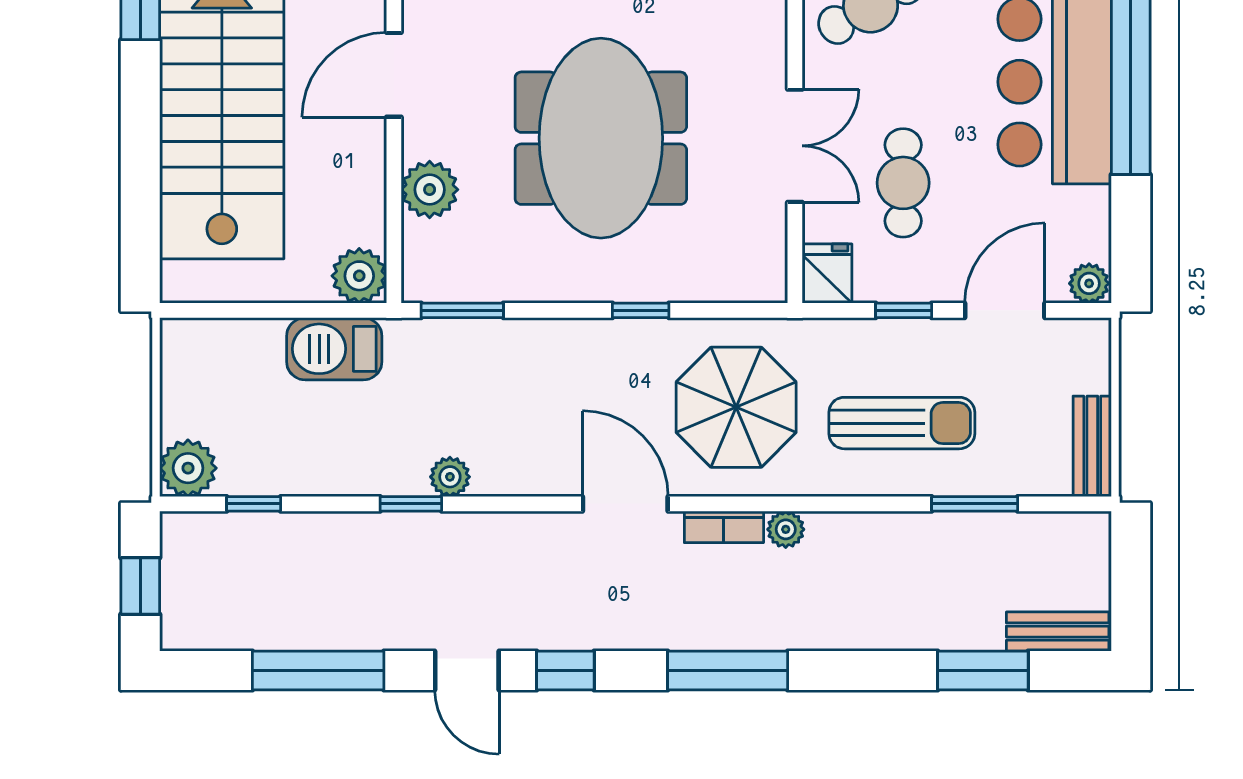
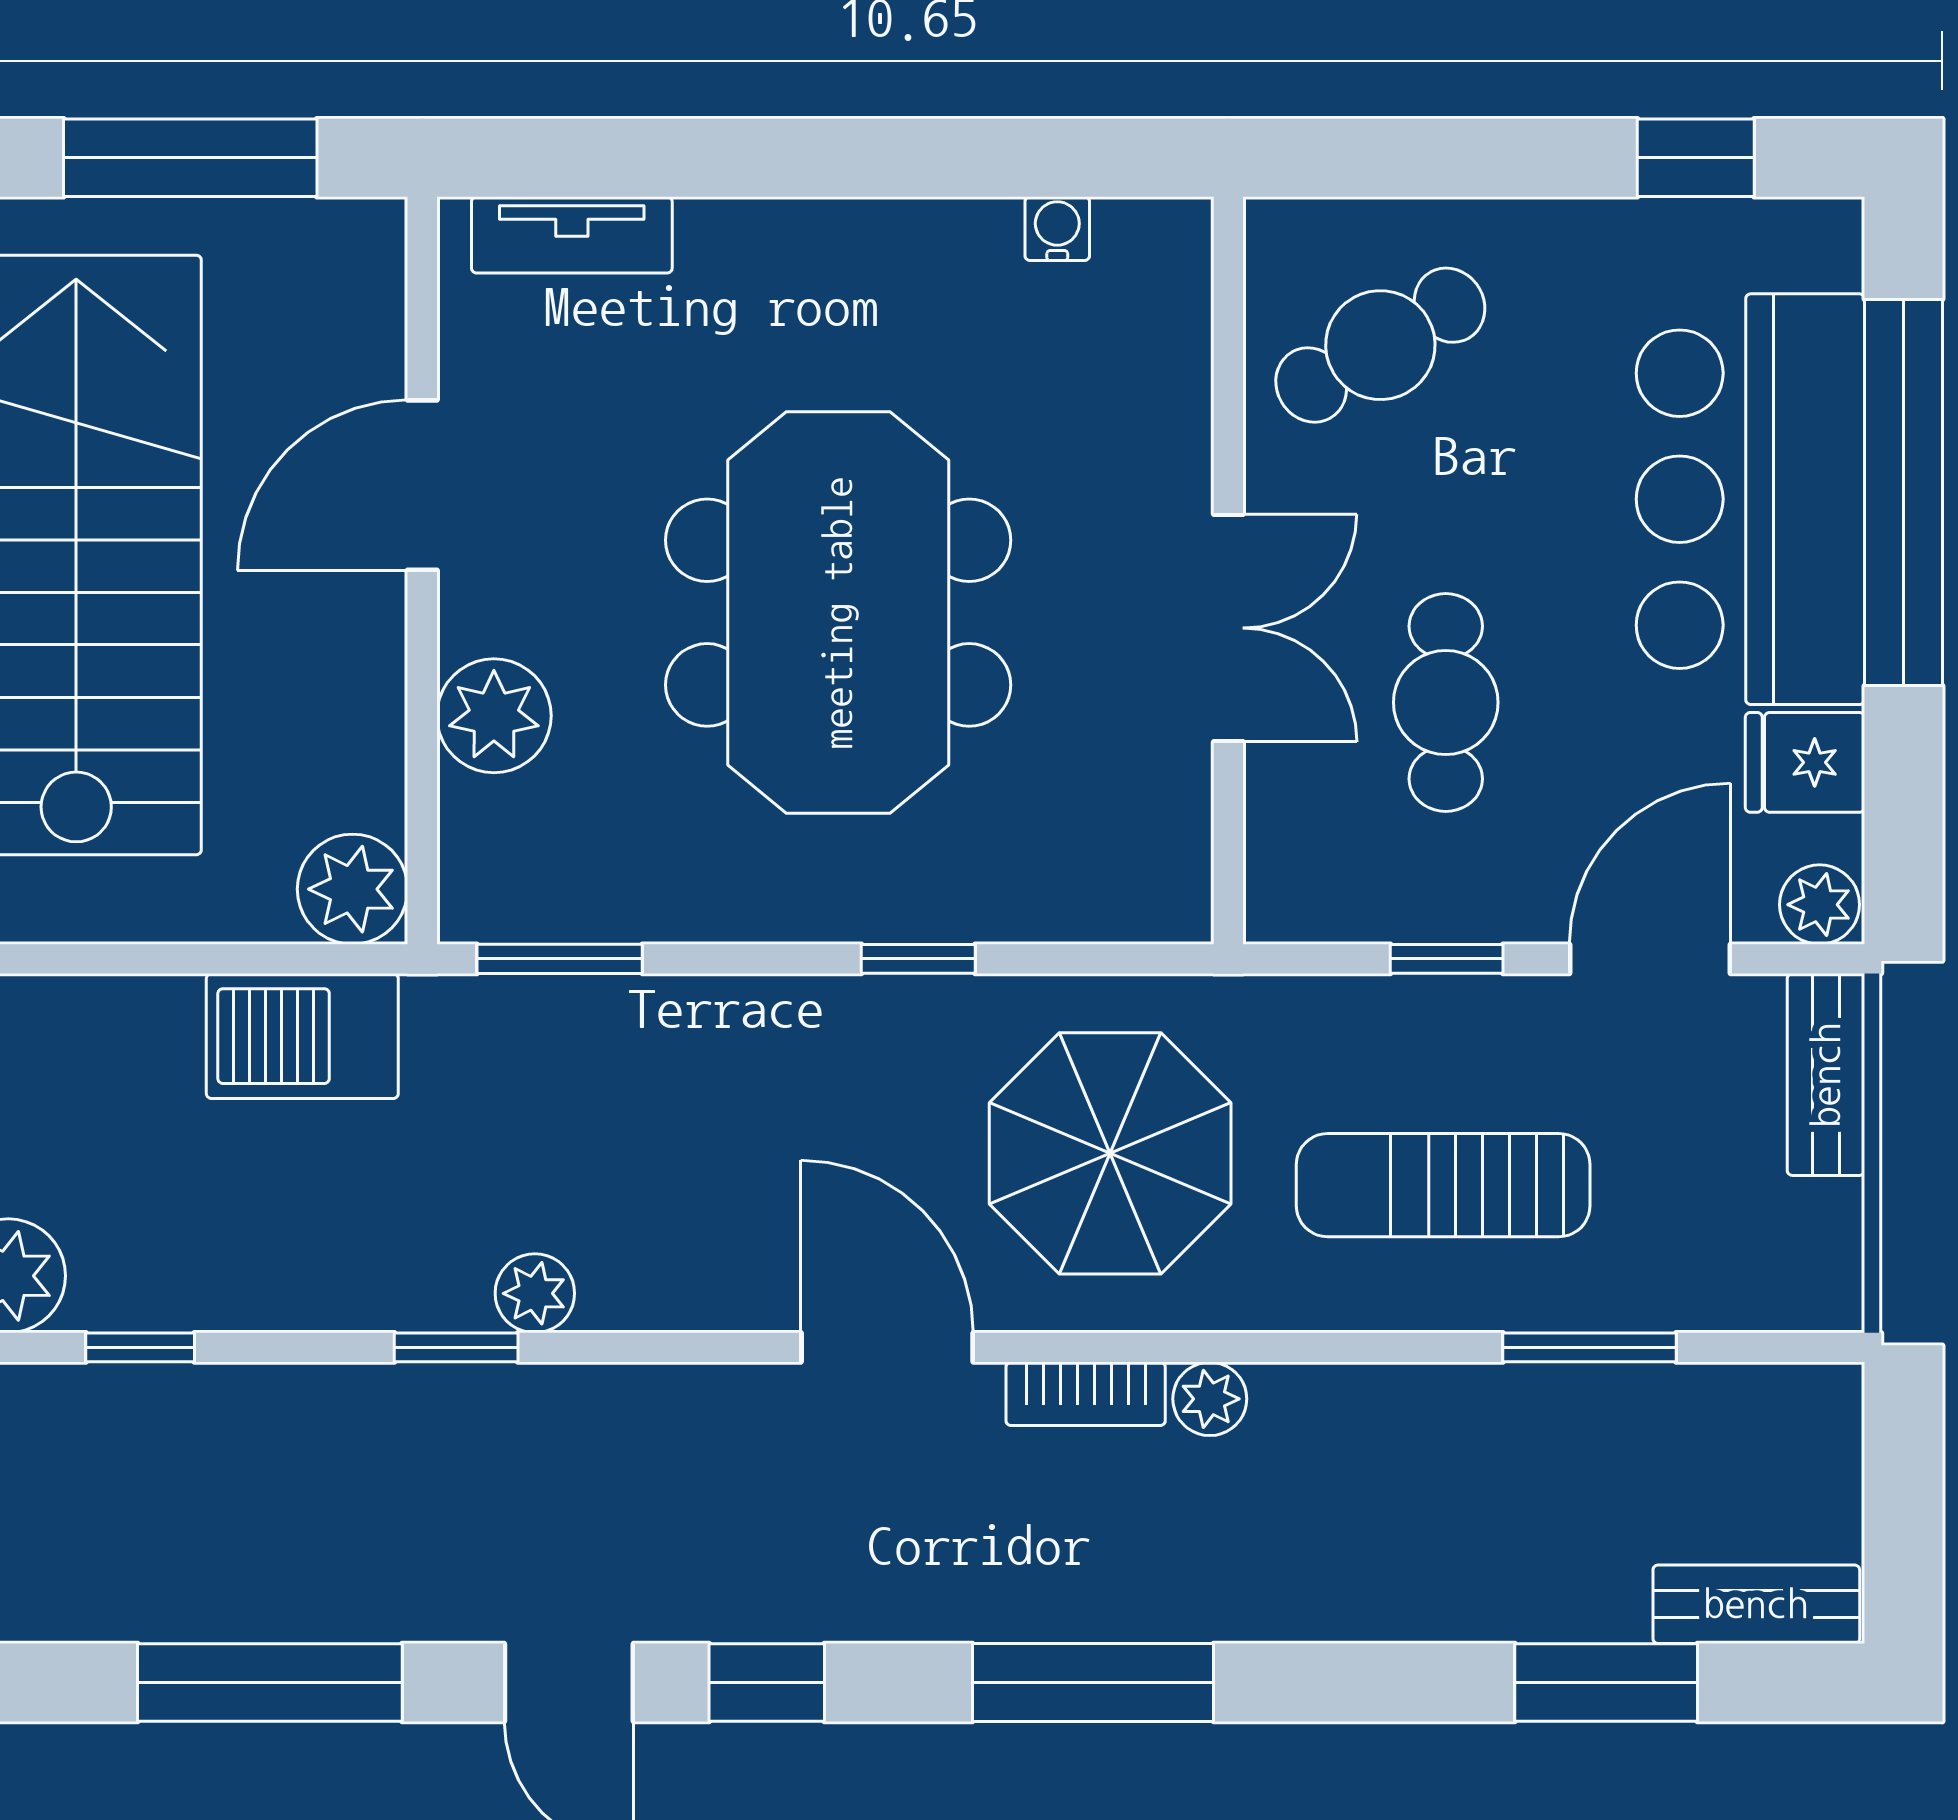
fridge: (827, 274) -> (1805, 762), moved, turned -90
sun lounger: (902, 423) -> (1443, 1185), turned 180
bench: (1092, 446) -> (1826, 1075), moved

